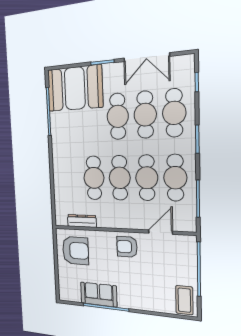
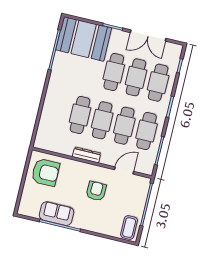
dresser: (82, 221) -> (87, 155), moved
armchair: (127, 247) -> (96, 191), moved, turned 91

